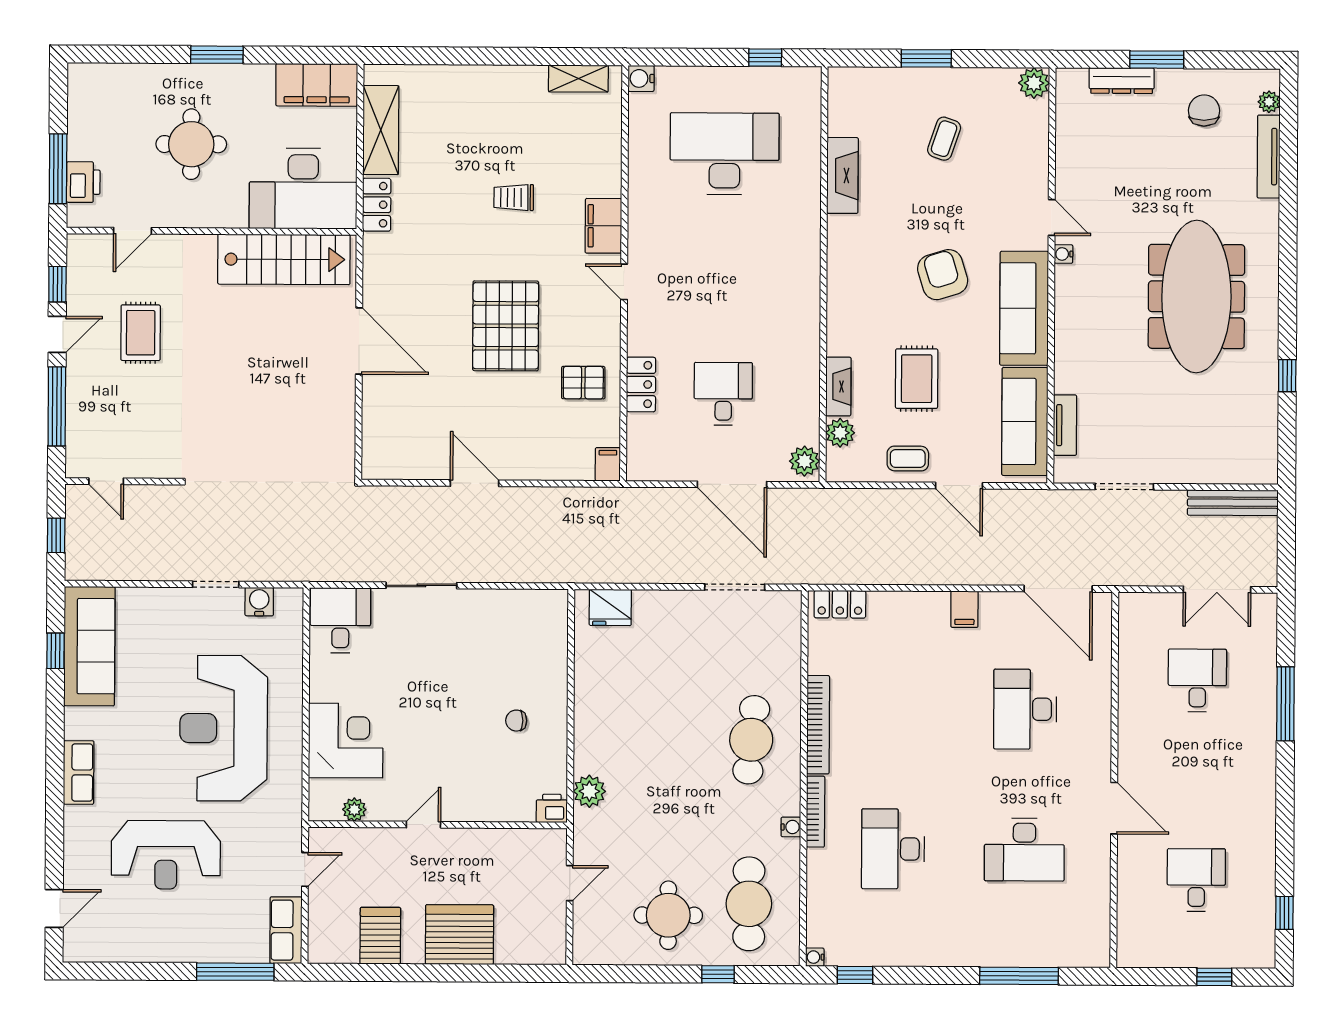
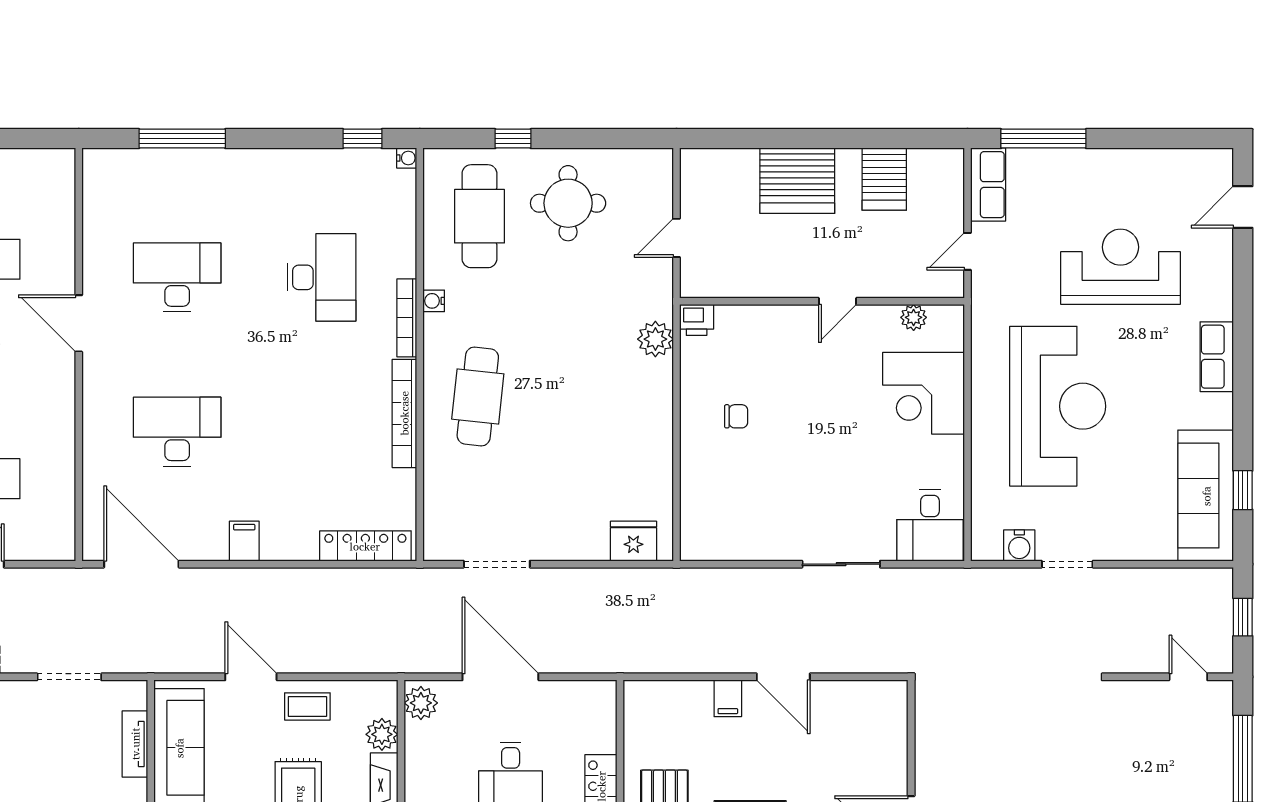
filing cabinet: (608, 464) -> (728, 698), moved
locker: (840, 604) -> (365, 546), width x1.53
desk: (1025, 709) -> (177, 432), turned -90

